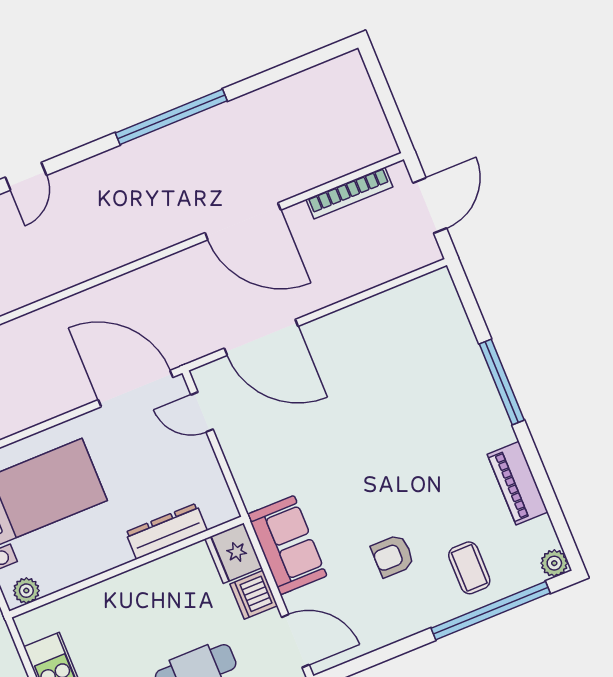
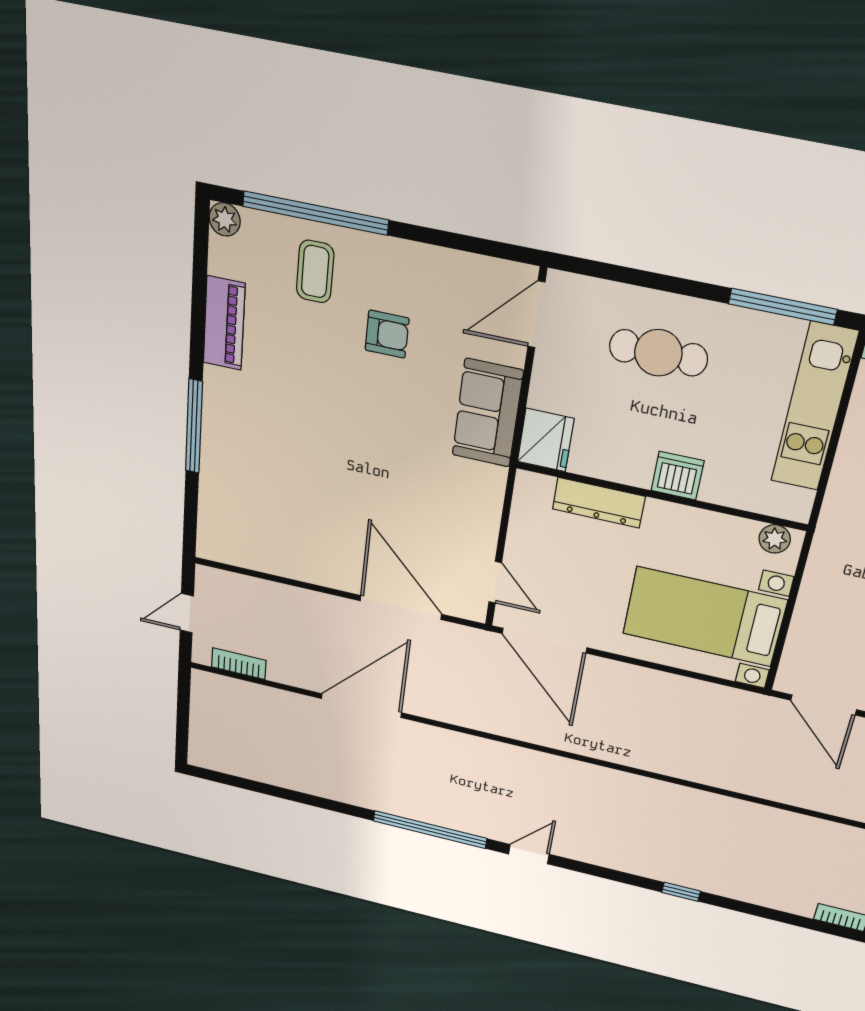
window: (171, 117) -> (430, 830), moved
bookcase: (349, 193) -> (239, 664), width x0.64
door: (430, 205) -> (187, 613), width x0.73
door: (243, 221) -> (361, 706), hinge flipped
dishwasher: (254, 595) -> (677, 476), moved, turned -90
door: (295, 641) -> (536, 315), hinge flipped

